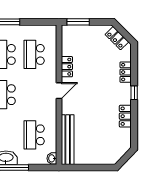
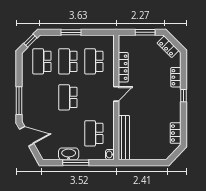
window: (78, 22) -> (145, 32), moved
locker: (67, 67) -> (123, 67), width x1.53
locker: (125, 116) -> (176, 133), moved

